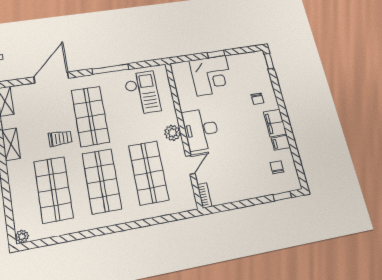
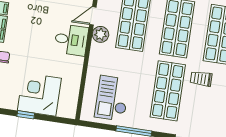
desk: (201, 129) -> (71, 40), width x0.73
plant: (173, 133) -> (100, 34), moved

